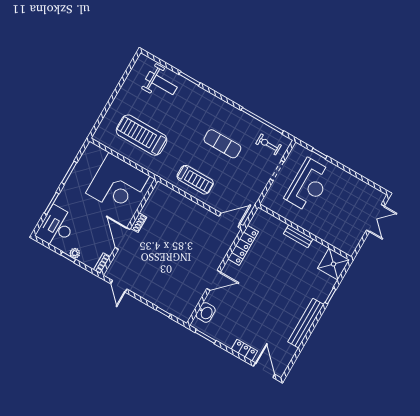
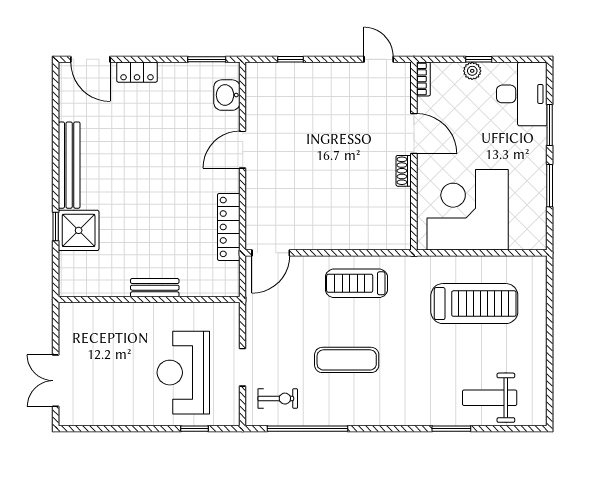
shower: (333, 264) -> (79, 230), moved

